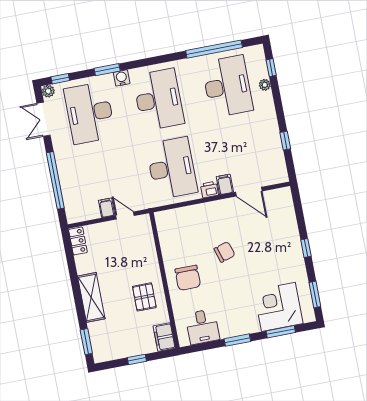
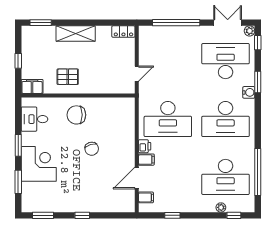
filing cabinet: (107, 208) -> (146, 197), moved
corner desk: (278, 307) -> (39, 164), moved

